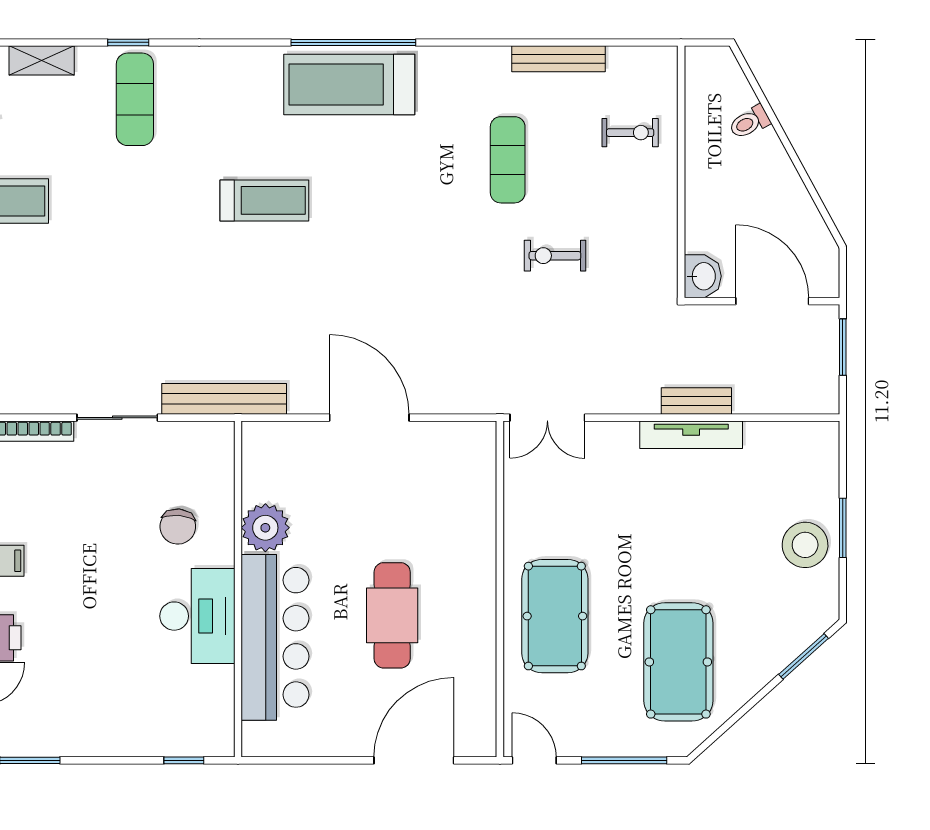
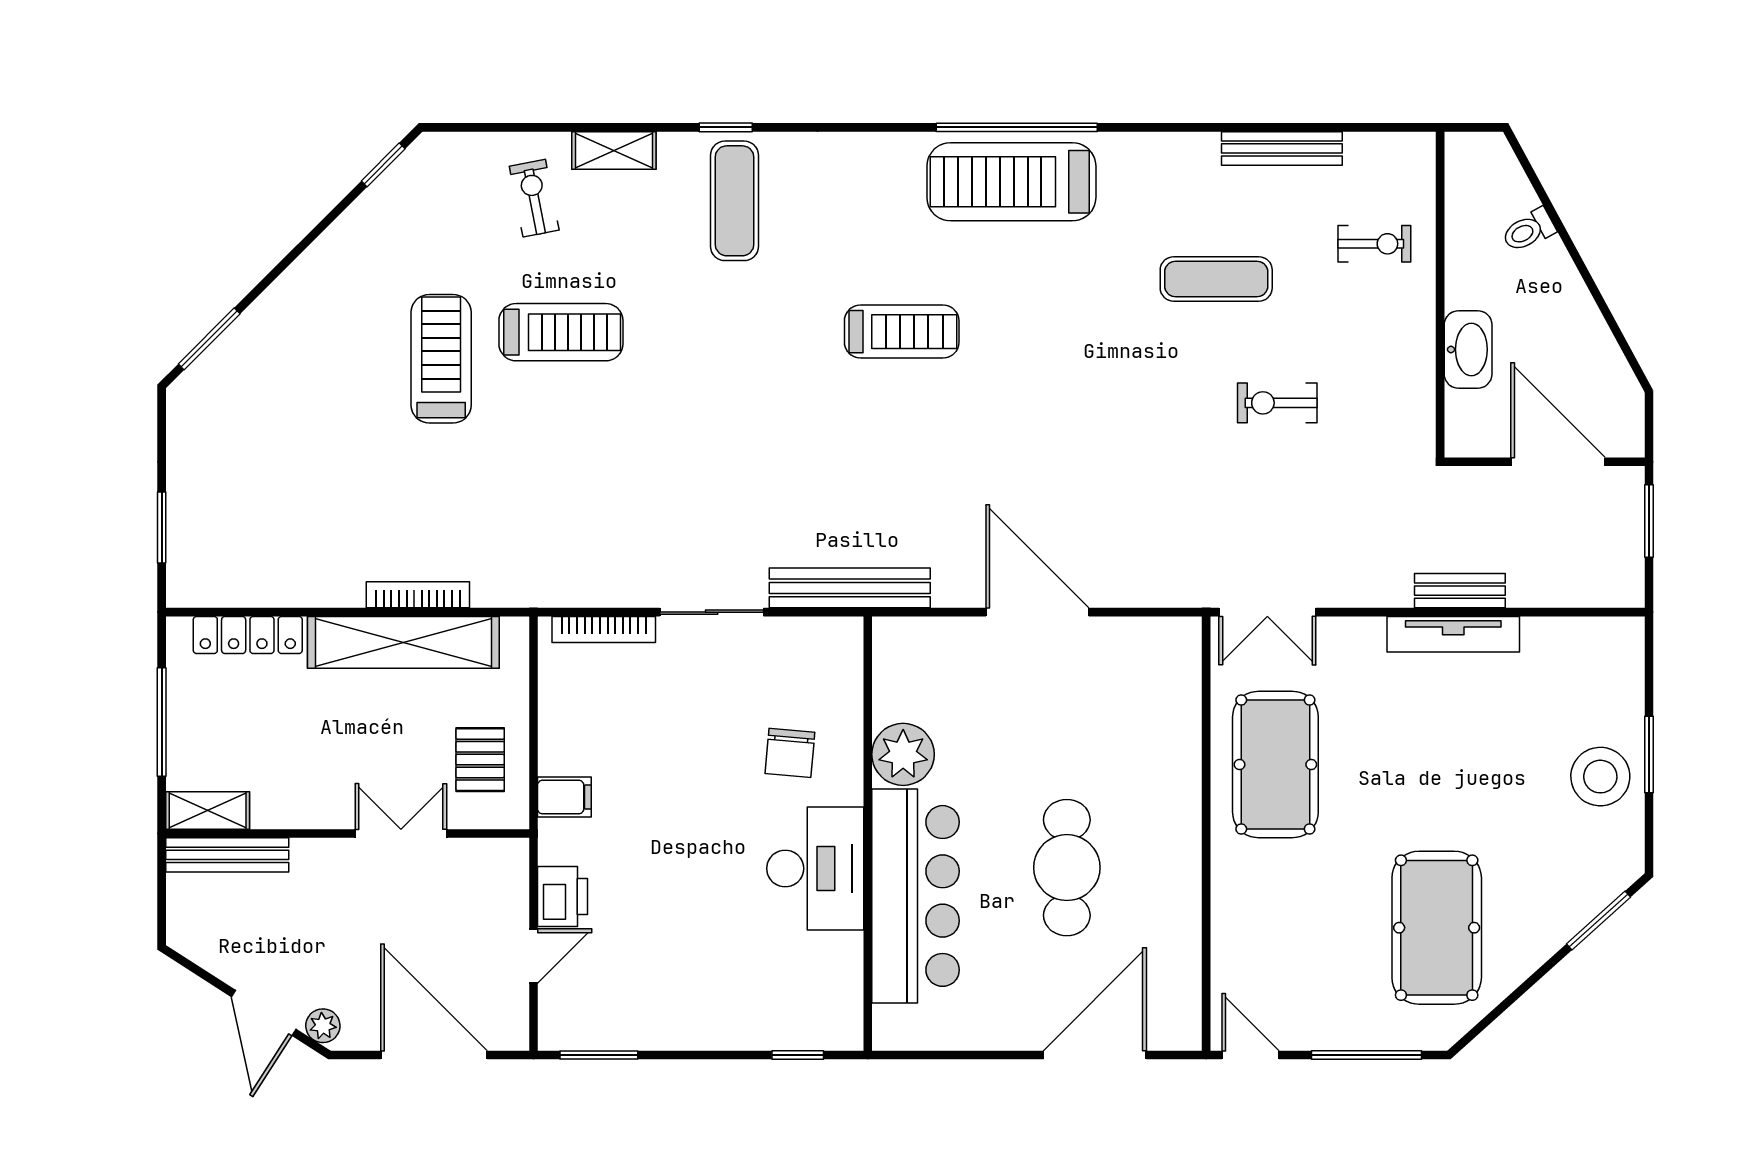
exercise mat: (508, 160) -> (1216, 279), turned 90
washbasin: (703, 276) -> (1468, 349), moved, width x1.38
pool table: (555, 616) -> (1275, 764), moved

